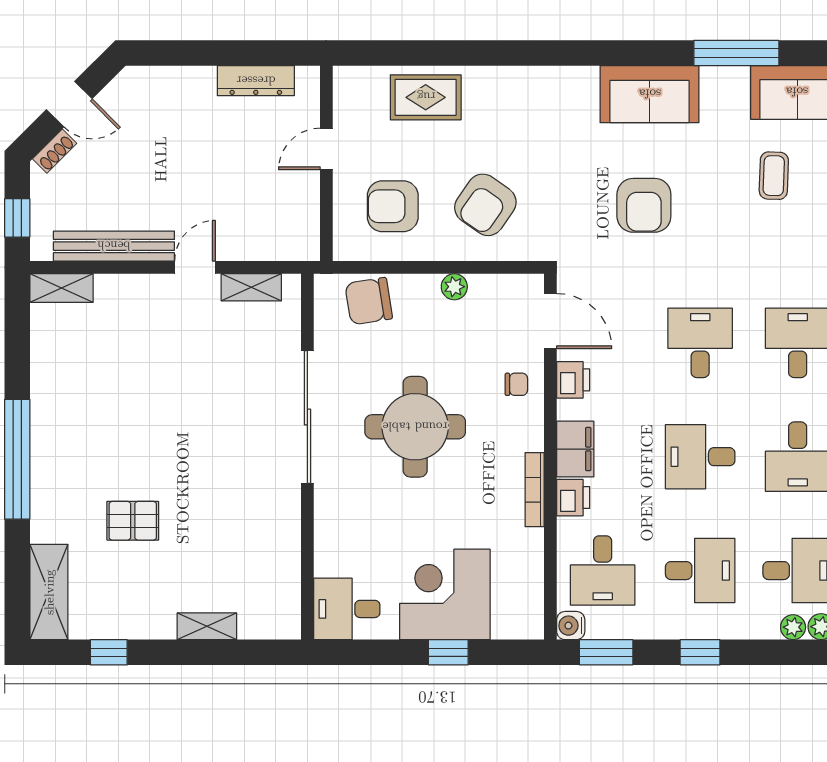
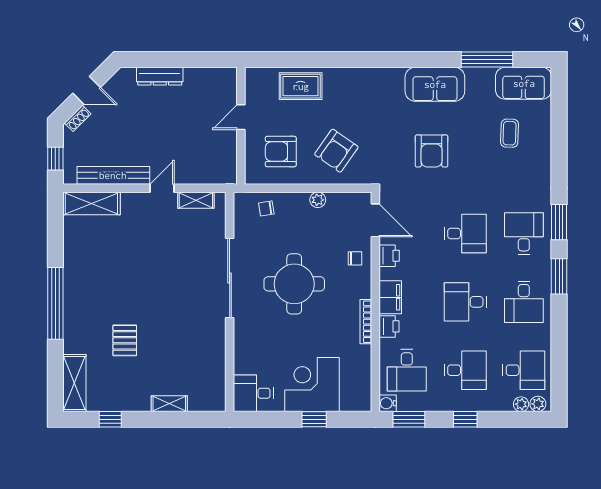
dresser: (256, 81) -> (160, 76), moved
shelving: (62, 288) -> (91, 203), width x1.50, depth x1.33
chair: (369, 301) -> (266, 208), width x0.54, depth x0.54
desk: (700, 343) -> (465, 234), turned 90
pallet: (133, 521) -> (125, 340), turned 90

